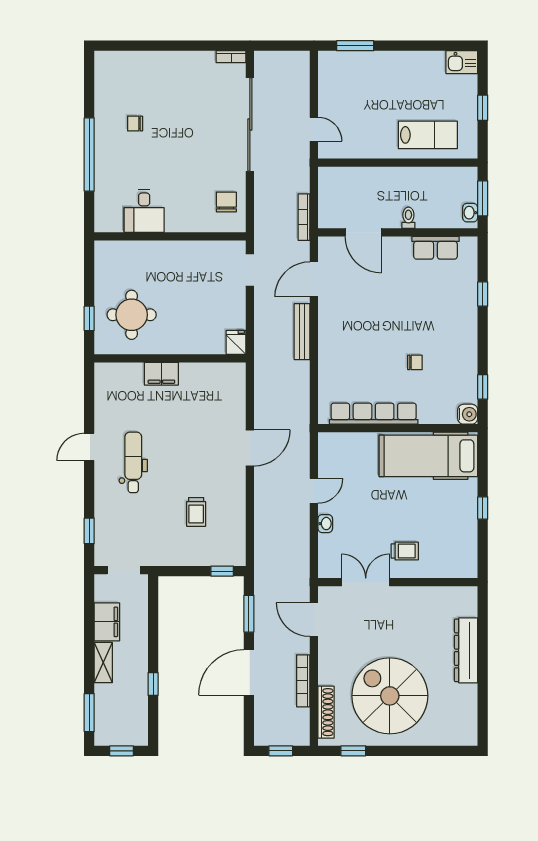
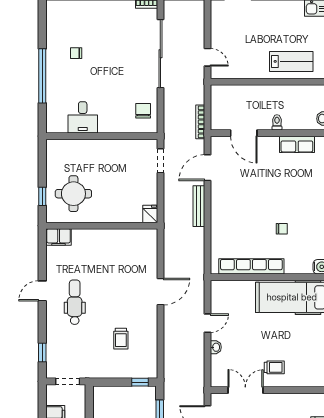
filing cabinet: (161, 374) -> (59, 237), moved

